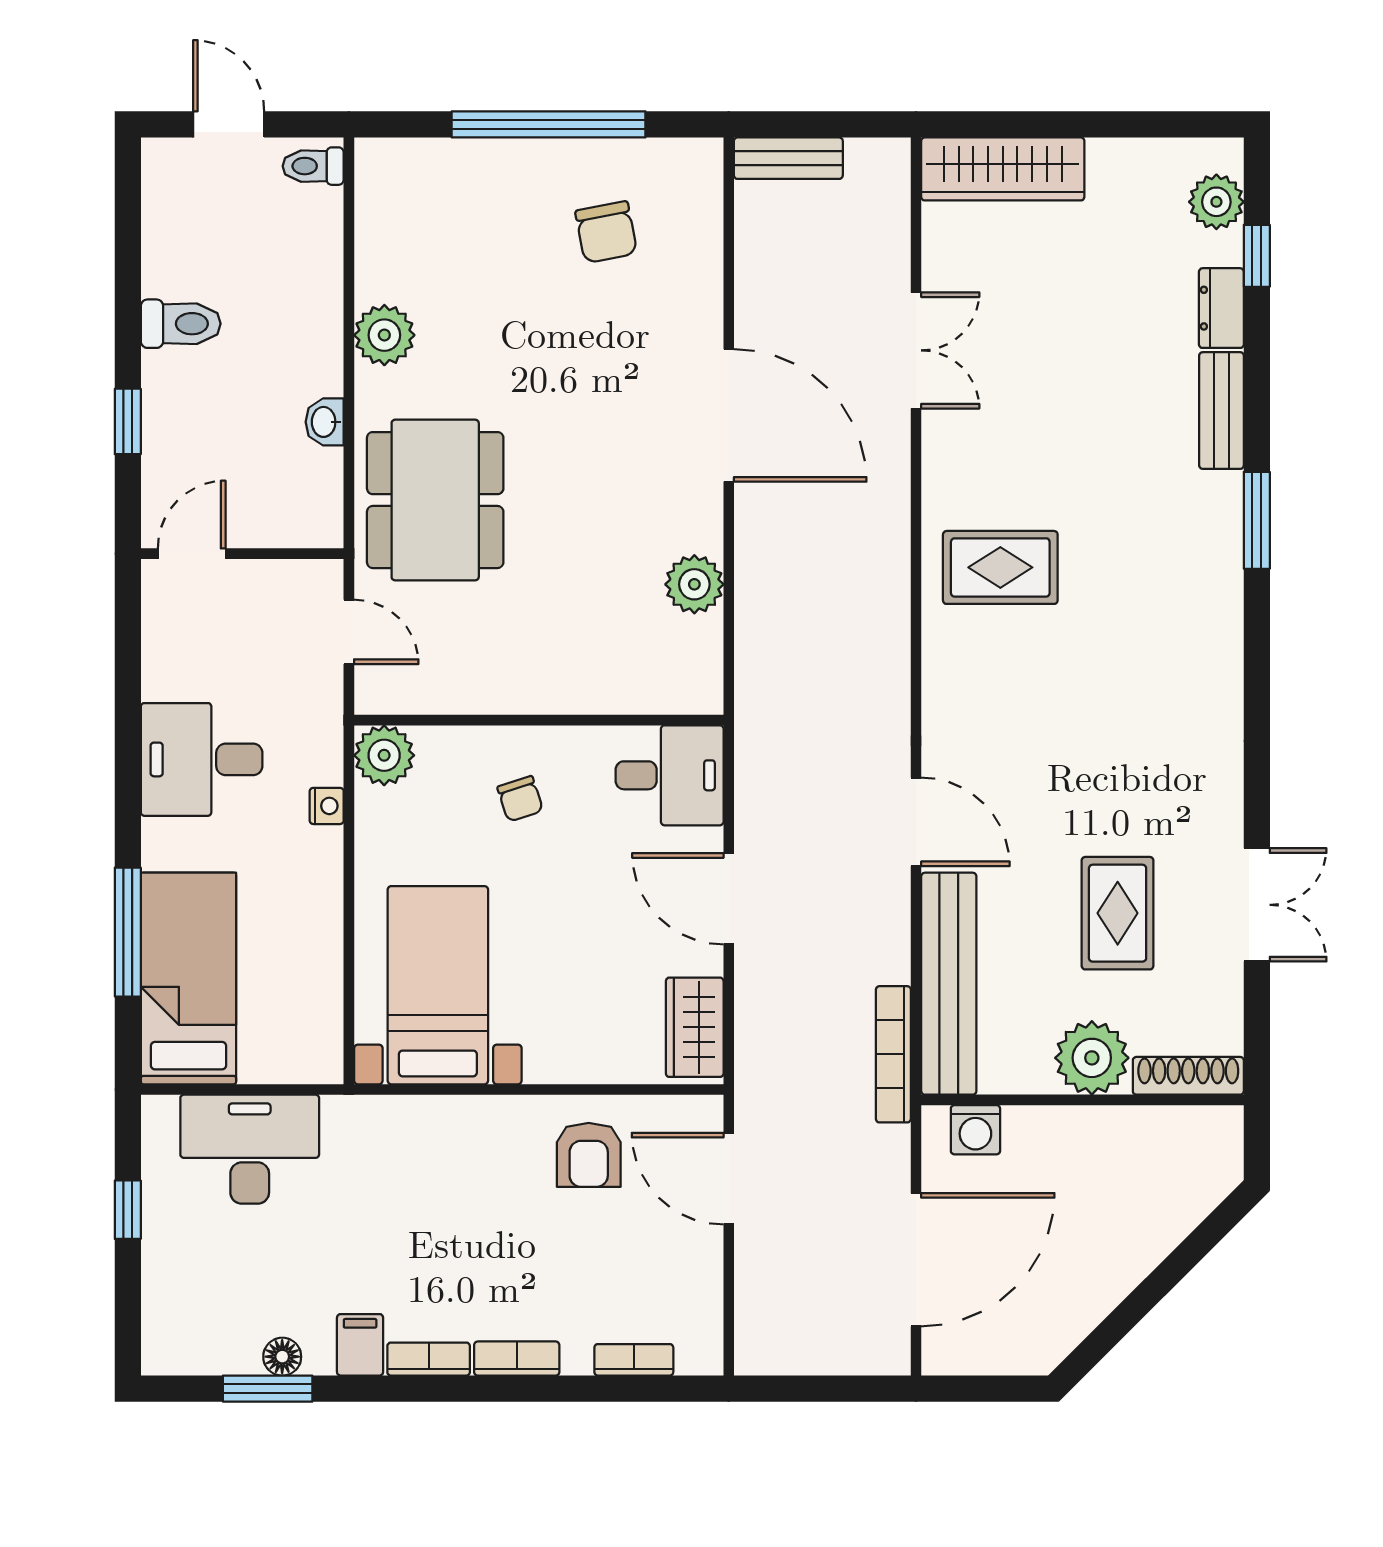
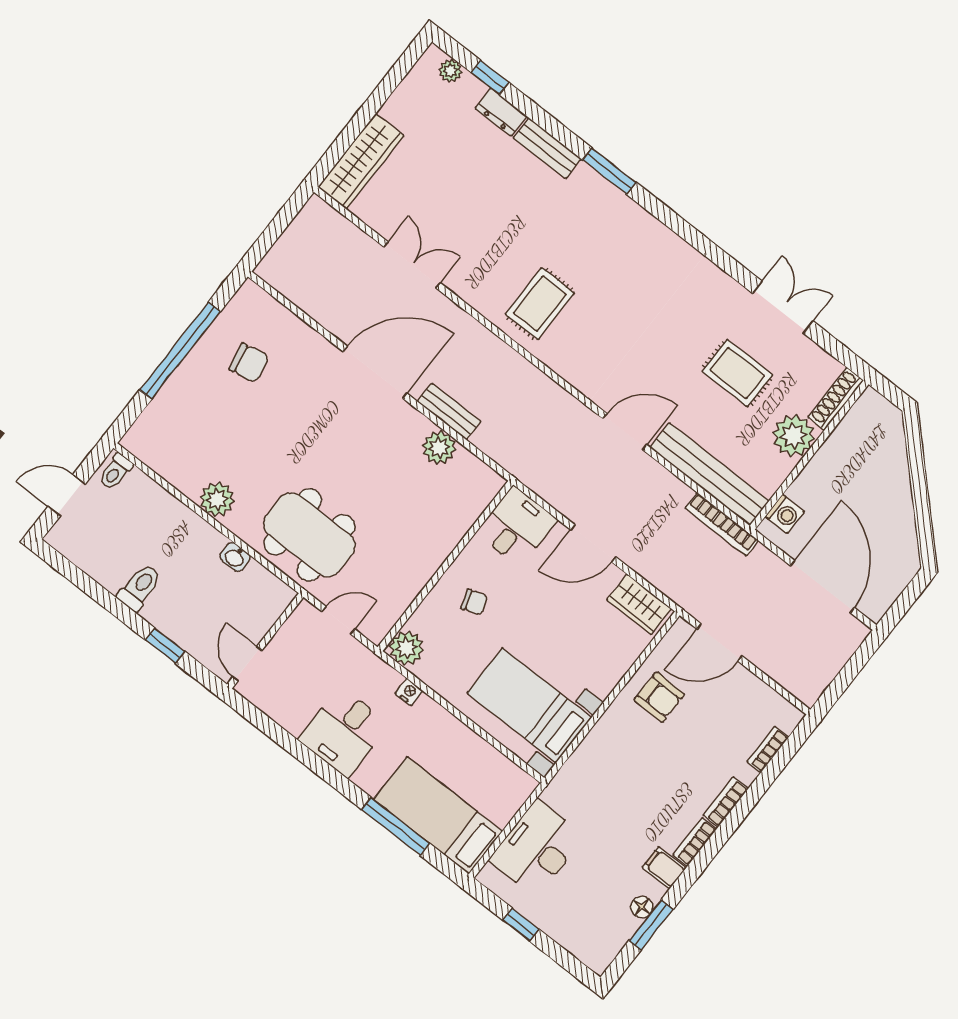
bench: (788, 158) -> (449, 412), moved, turned 90
plant: (1216, 202) -> (451, 71), width x0.73, depth x0.73

